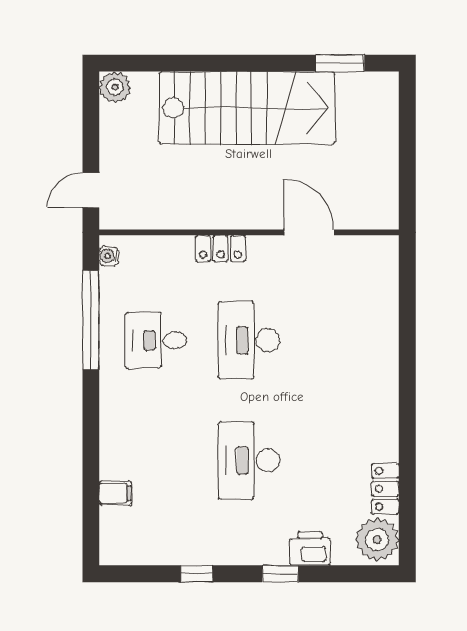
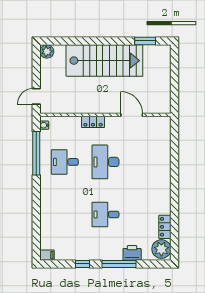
desk: (249, 460) -> (105, 214), width x0.73
filing cabinet: (115, 493) -> (47, 255), moved
window: (280, 574) -> (119, 264), width x2.17

